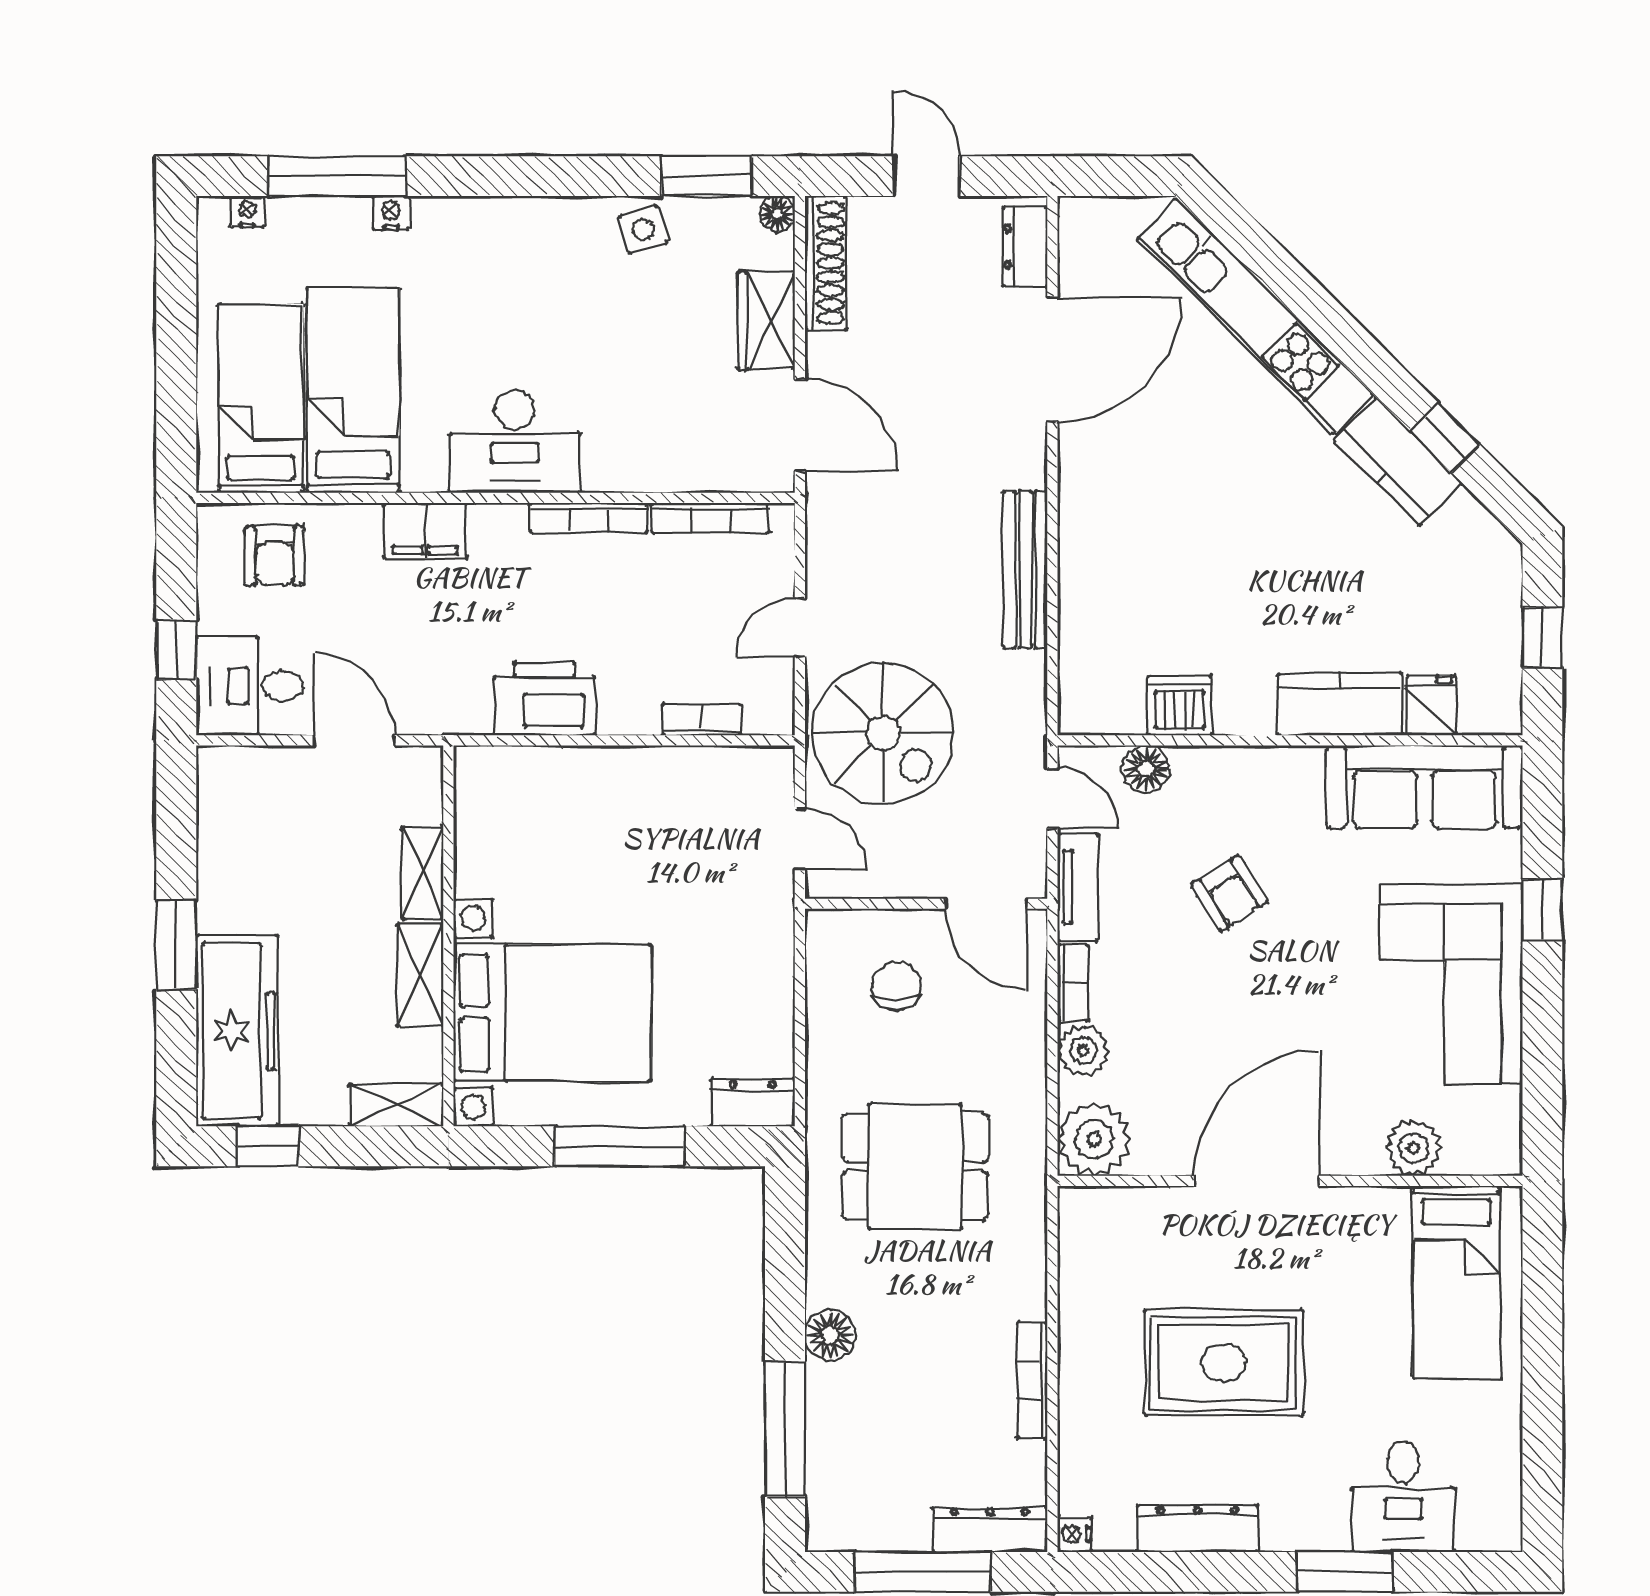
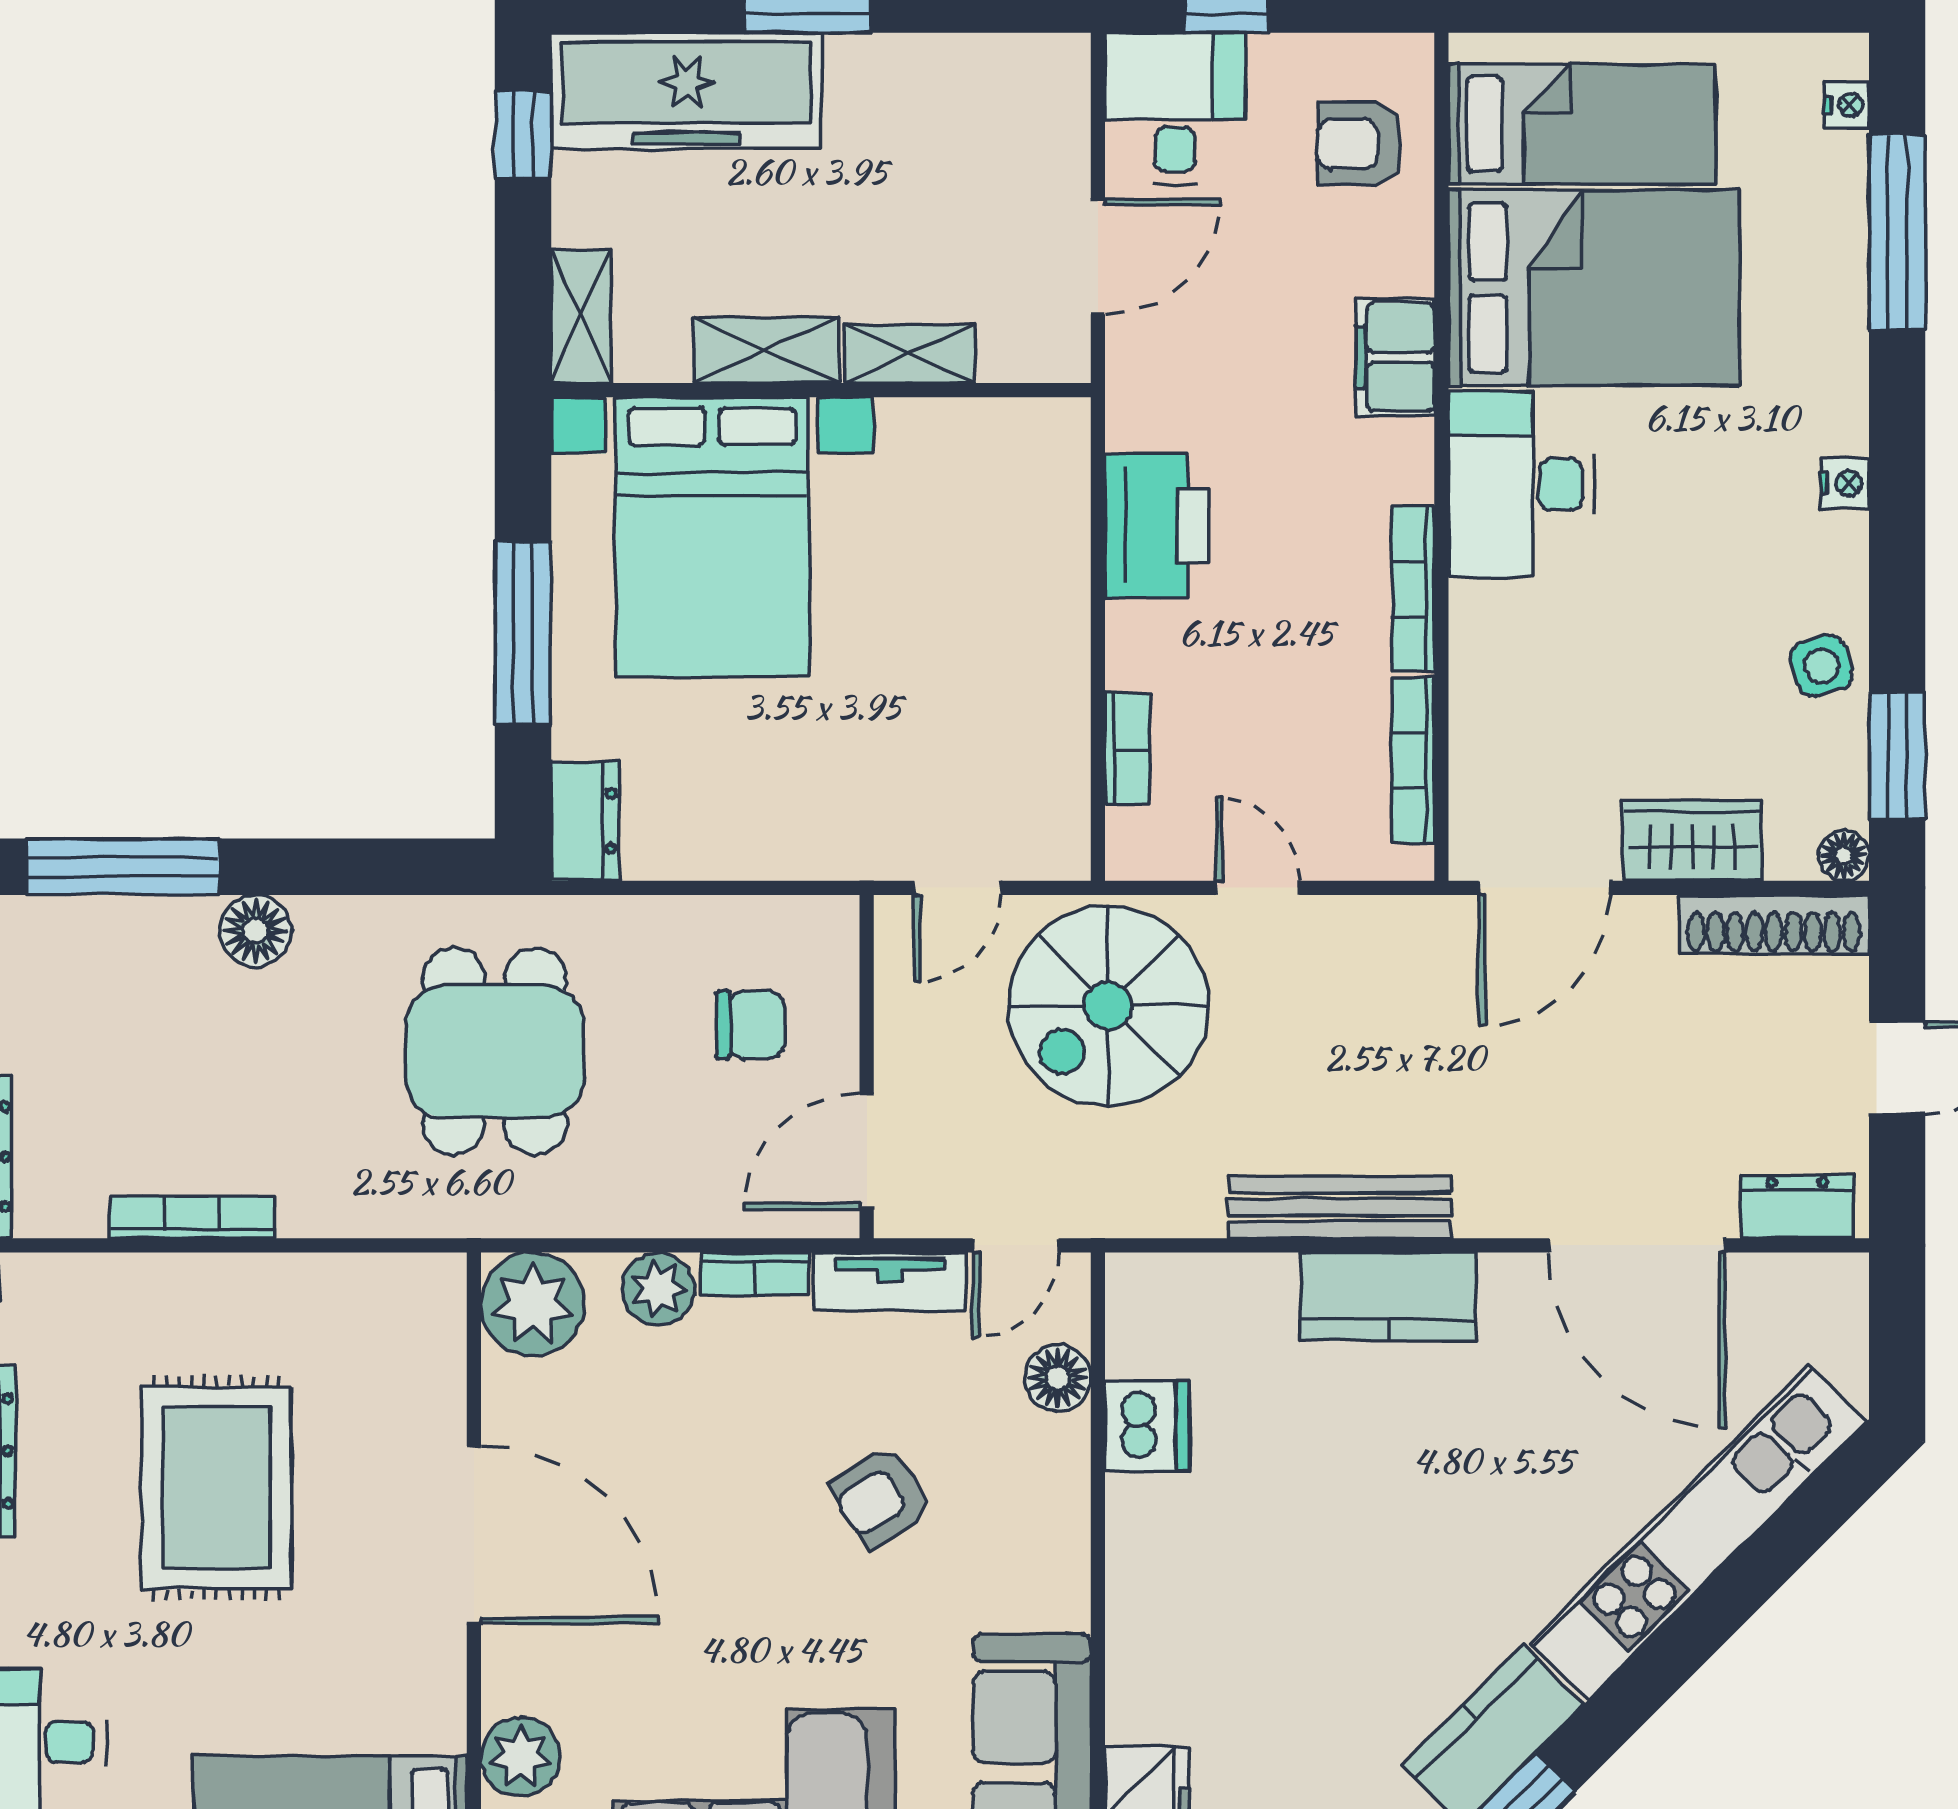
nightstand: (391, 213) -> (1845, 483), moved
bed: (353, 390) -> (1594, 288), width x1.50
kitchen counter: (1340, 704) -> (1389, 1296), moved, turned 90

